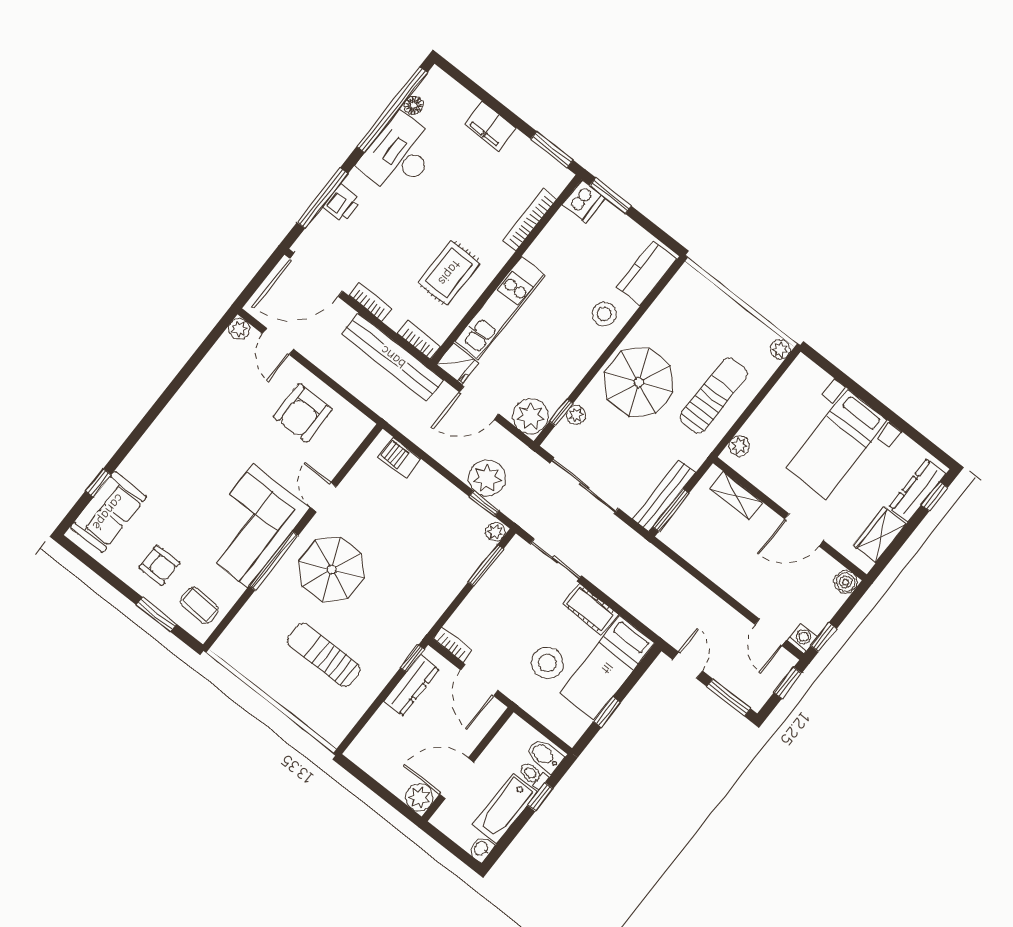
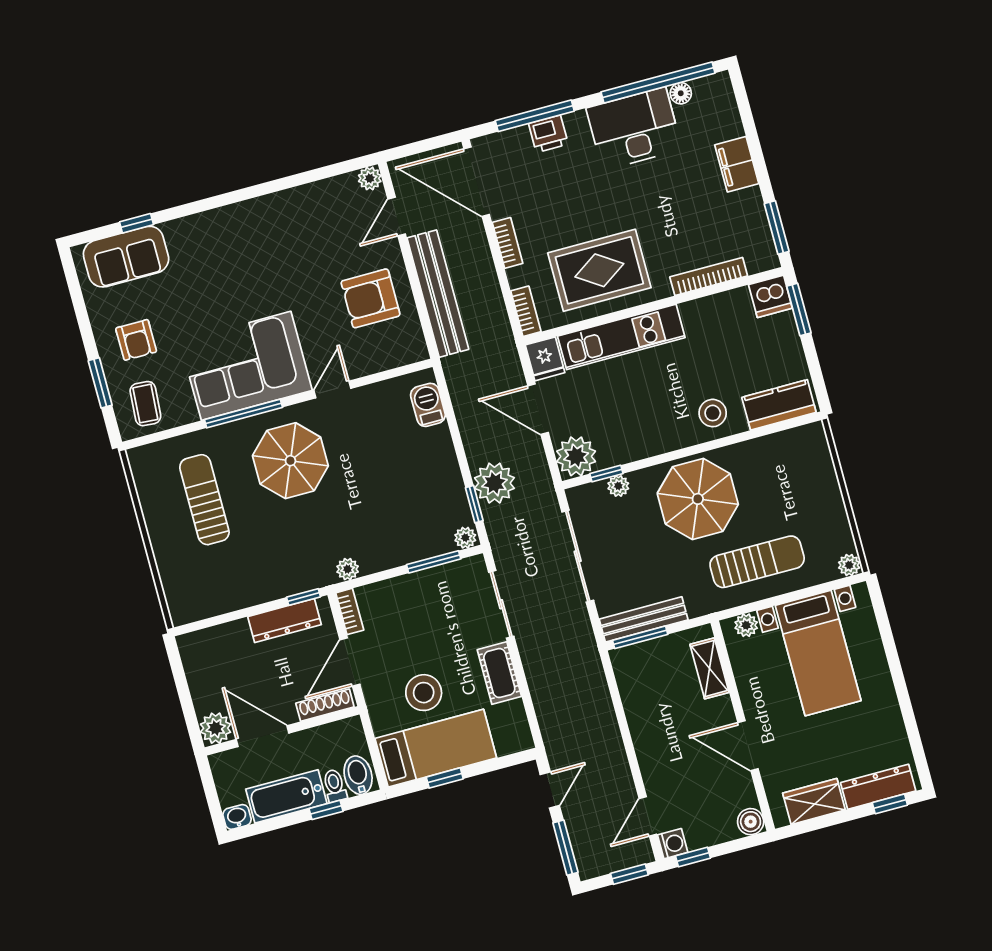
rug: (449, 273) -> (599, 270), width x1.36, depth x1.43
bench: (393, 357) -> (438, 294), moved
bed with nightstands: (837, 444) -> (818, 653), moved, turned -90
plant: (429, 616) -> (348, 569), added
sun lounger: (324, 655) -> (204, 500), moved
bed: (607, 668) -> (436, 748), moved, turned 180
shoe rack: (484, 724) -> (325, 705), added

